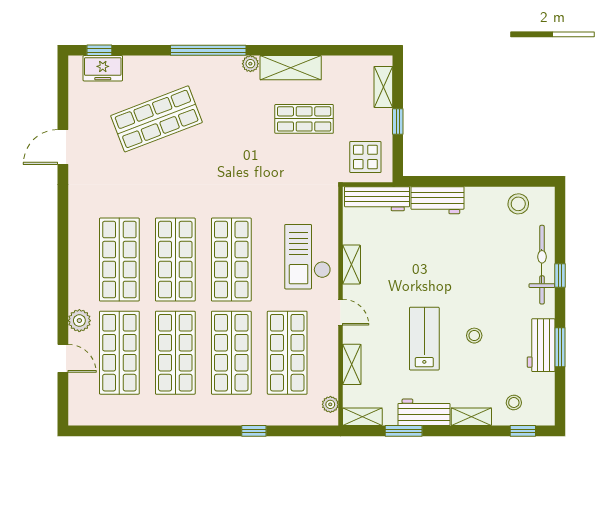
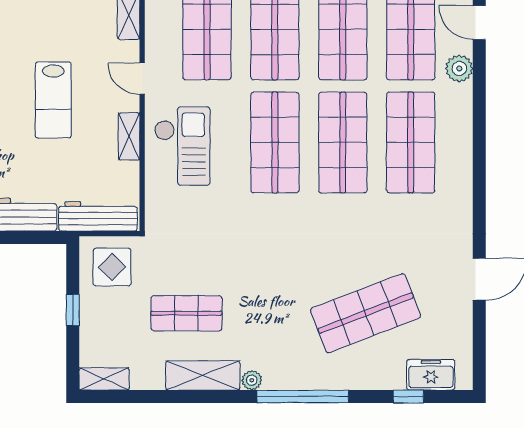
window: (99, 50) -> (408, 397), moved
shelving: (383, 87) -> (104, 379), moved, turned 90
lab bench: (424, 339) -> (53, 100), moved

